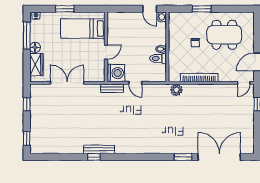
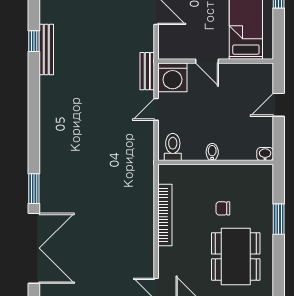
door: (150, 9) -> (279, 105), moved
toilet: (158, 58) -> (173, 147), moved
plant: (176, 90) -> (145, 177), removed

